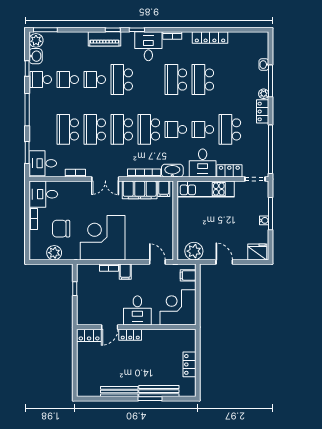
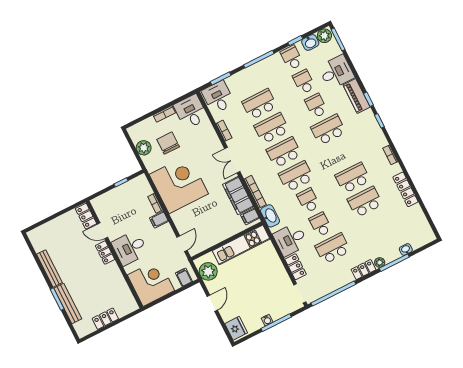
desk: (148, 46) -> (336, 72), moved
kitchen unit: (206, 189) -> (241, 245), moved, turned -90

